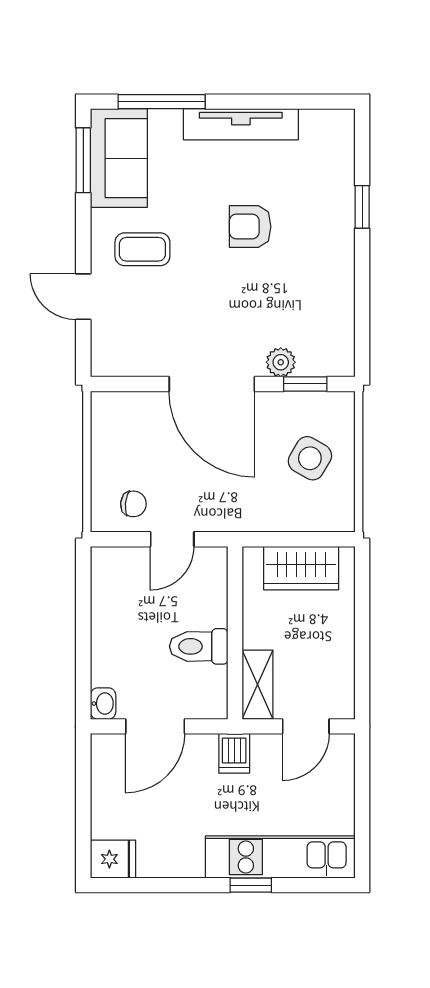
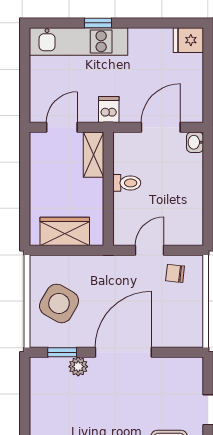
door: (212, 384) -> (123, 352), hinge flipped
side table: (310, 458) -> (59, 303), width x1.37, depth x1.37
toilet: (199, 646) -> (127, 183), width x0.73, depth x0.72

